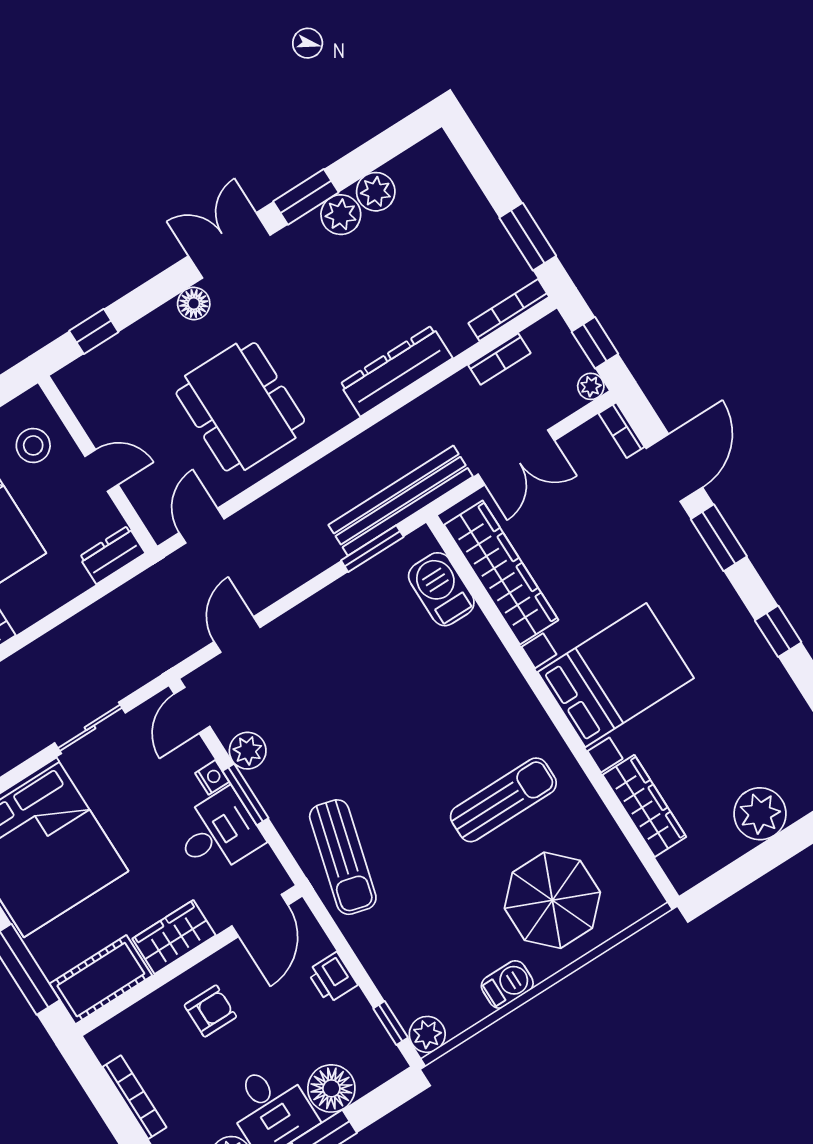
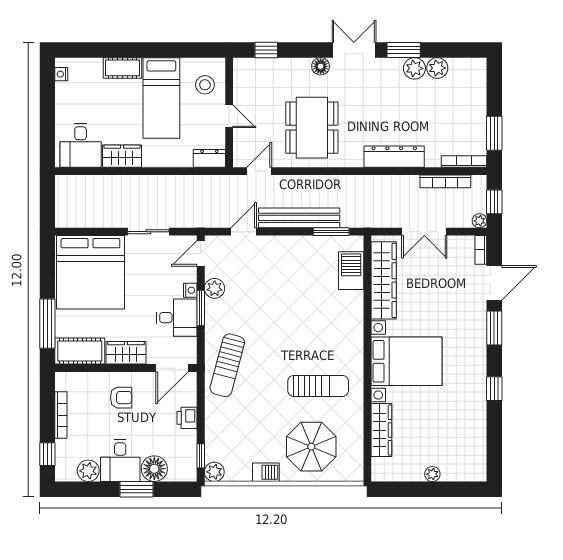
bookcase: (499, 359) -> (445, 181), width x1.56
bench: (401, 501) -> (299, 218), moved
plant: (760, 814) -> (432, 474), width x0.53, depth x0.53

